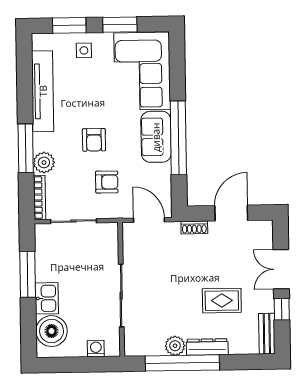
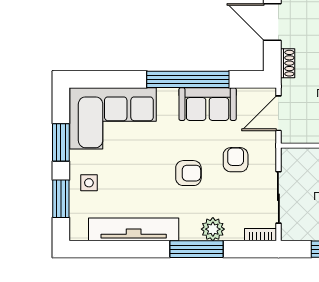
sofa: (156, 137) -> (208, 104), moved
bookcase: (40, 198) -> (261, 235), width x0.64

